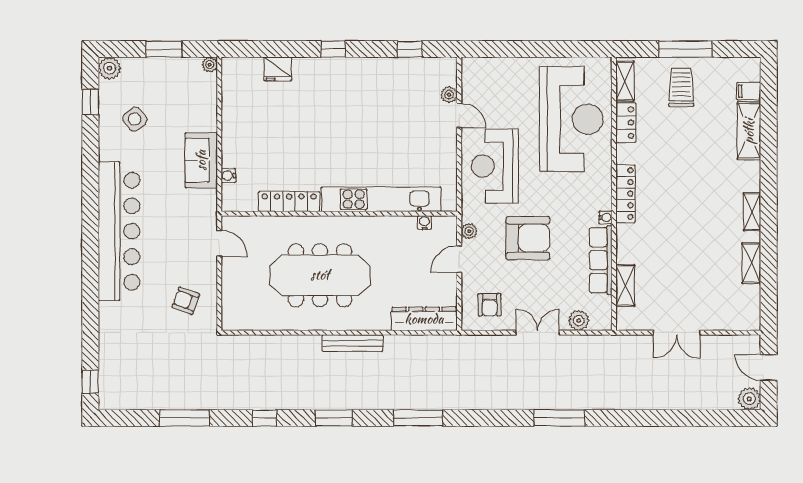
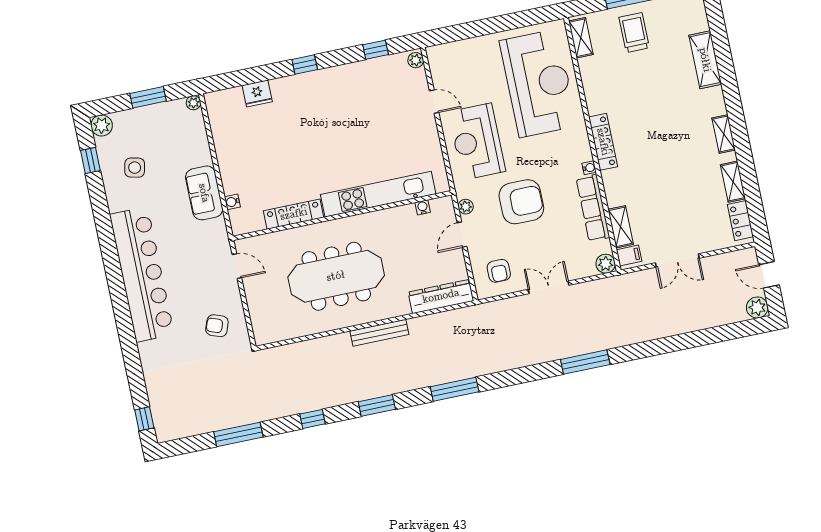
filing cabinet: (749, 91) -> (629, 255), moved, turned 180
plant: (449, 95) -> (416, 60), moved
side table: (135, 119) -> (135, 168), turned -37
locker: (626, 123) -> (740, 221), moved, turned 180
plant: (579, 321) -> (606, 264), moved

